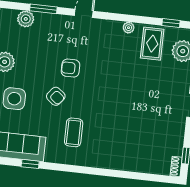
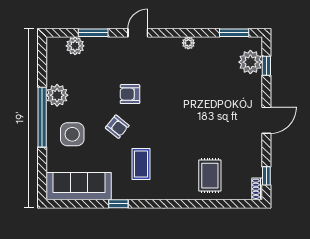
window: (171, 23) -> (234, 33), width x1.50
rug: (152, 44) -> (210, 176), moved
window: (30, 164) -> (118, 204), moved

